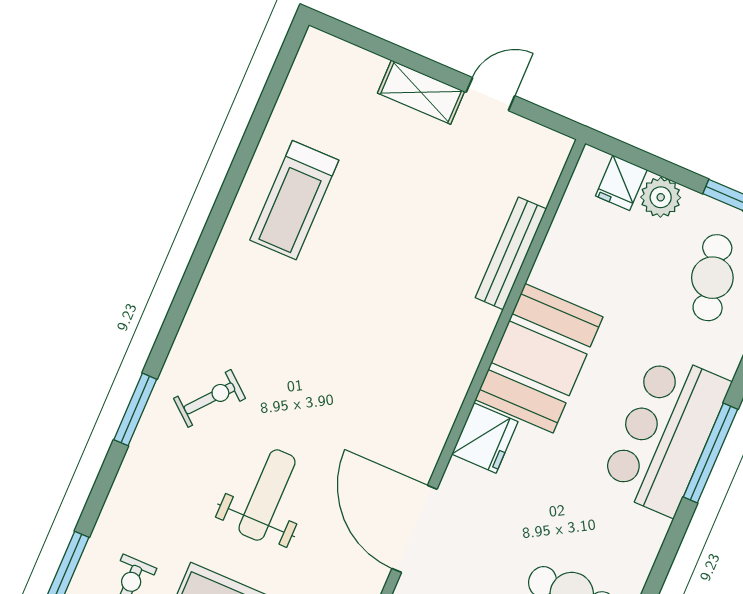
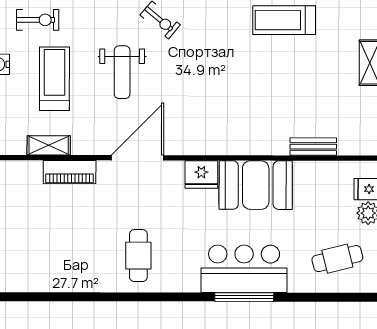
bench: (511, 253) -> (313, 147), width x0.73
weight bench: (267, 495) -> (122, 72), turned 90

